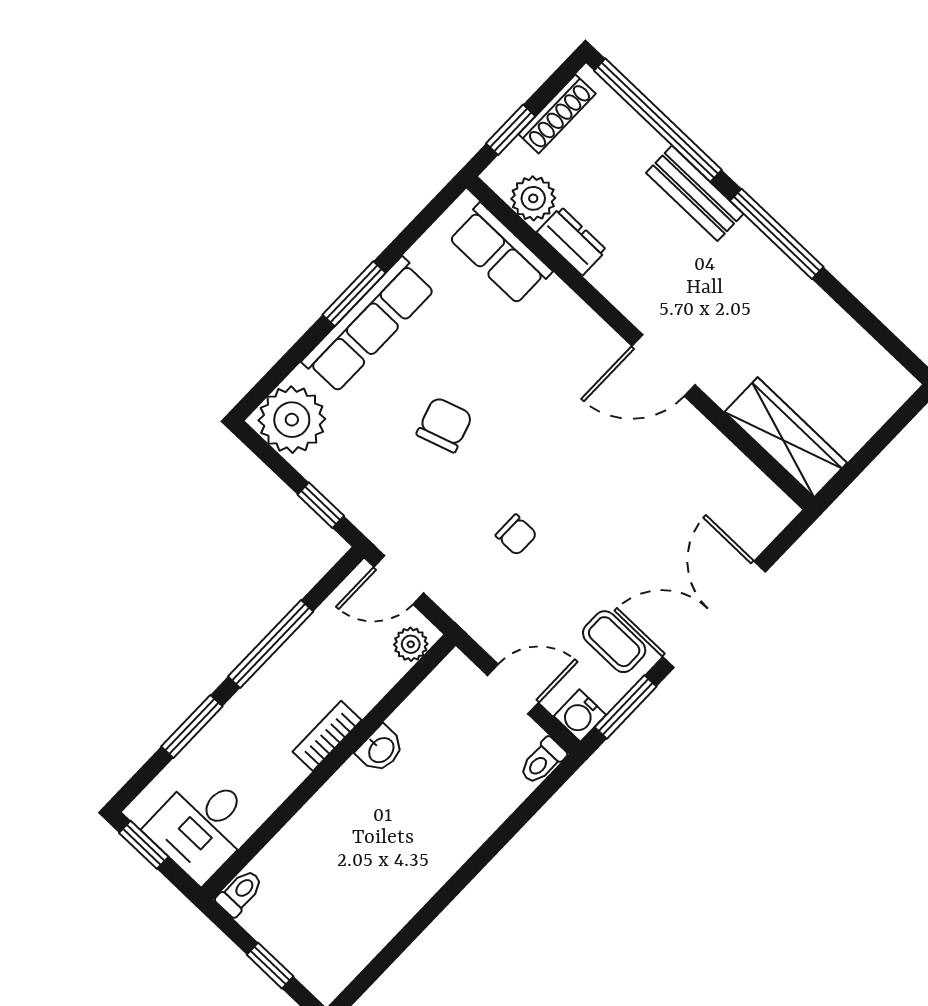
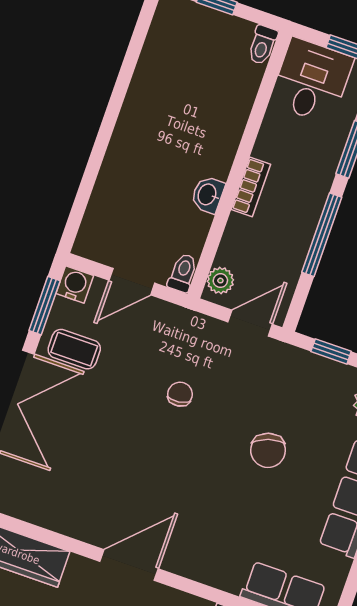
chair: (516, 535) -> (180, 394), turned 83
toilet: (542, 761) -> (183, 273), moved

